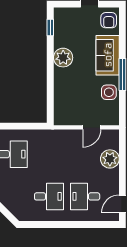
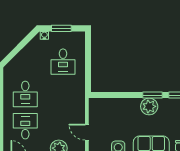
window: (50, 54) -> (152, 95), added

